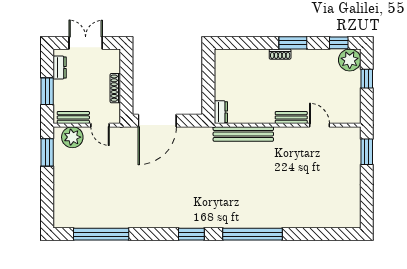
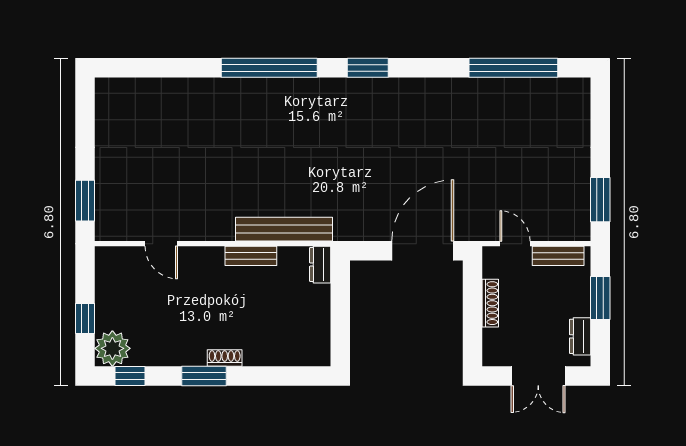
bench: (291, 117) -> (251, 256), moved
plant: (72, 137) -> (560, 224), removed

